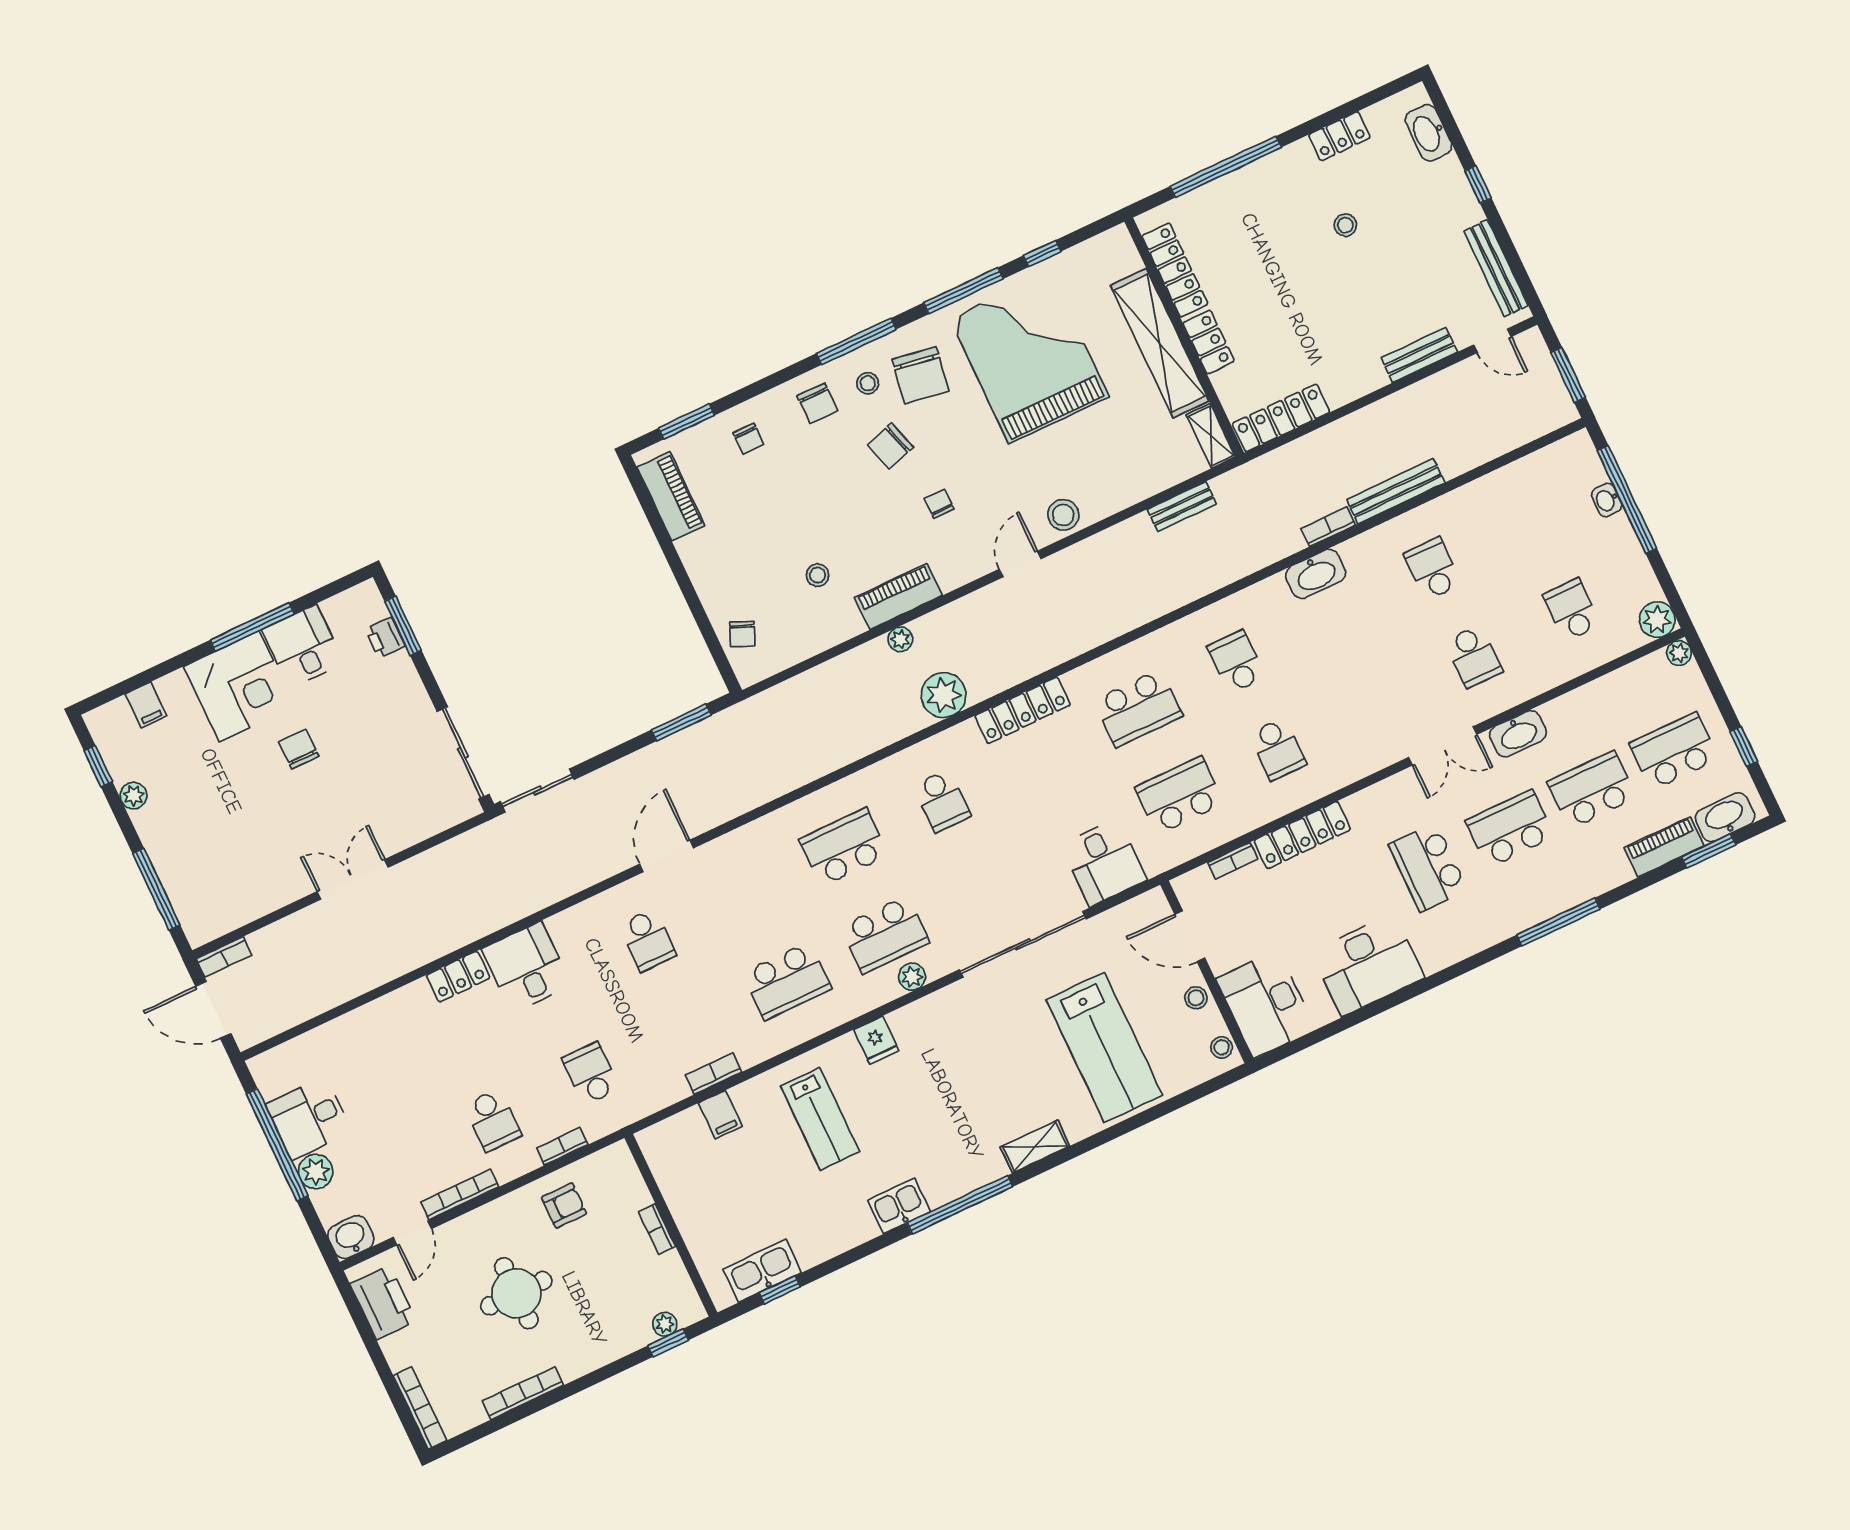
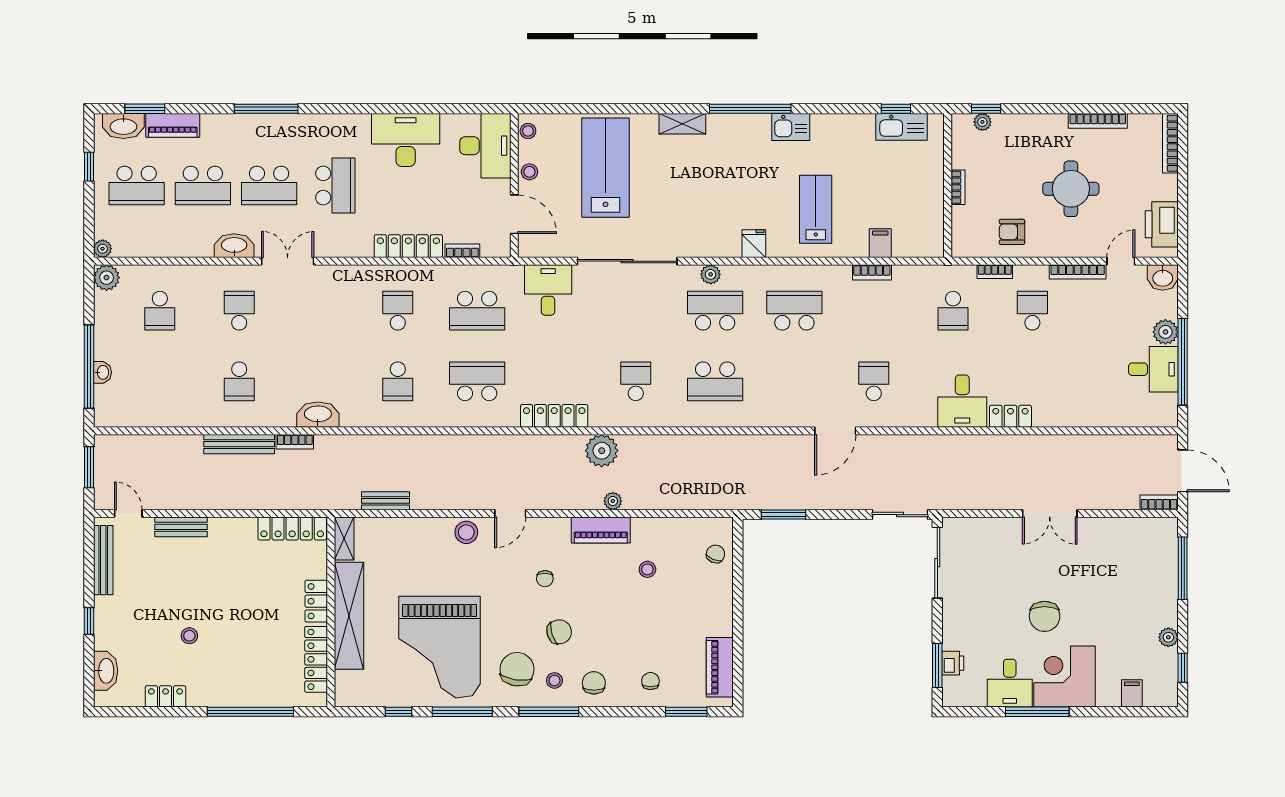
chair: (299, 749) -> (1045, 616), width x1.37, depth x1.37

